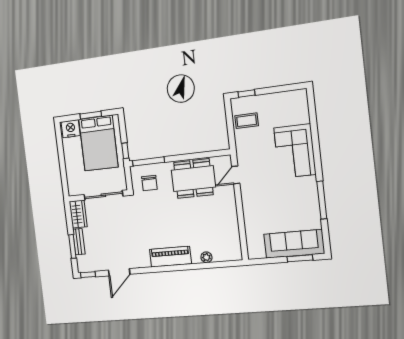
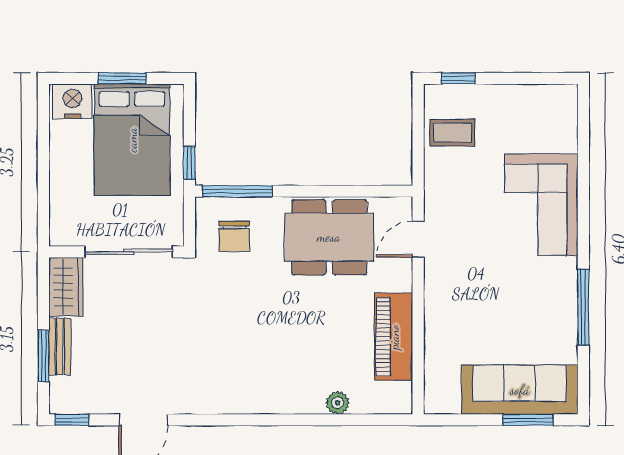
piano: (170, 257) -> (394, 337), moved, turned -90

